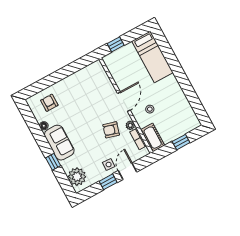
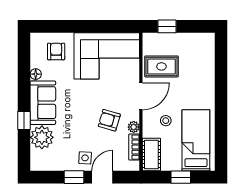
bed: (152, 57) -> (196, 140), moved, turned 180
rug: (127, 74) -> (161, 66), added
corner sofa: (85, 87) -> (107, 56), added
plant: (77, 177) -> (42, 137), moved

